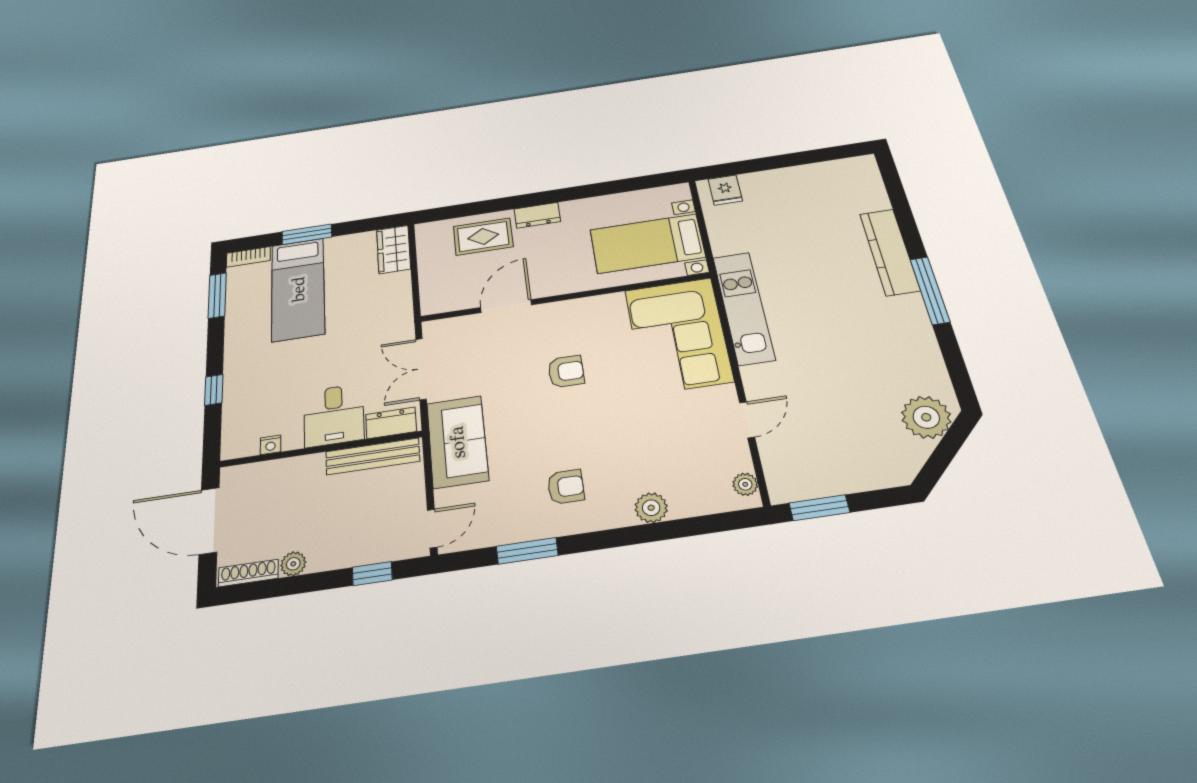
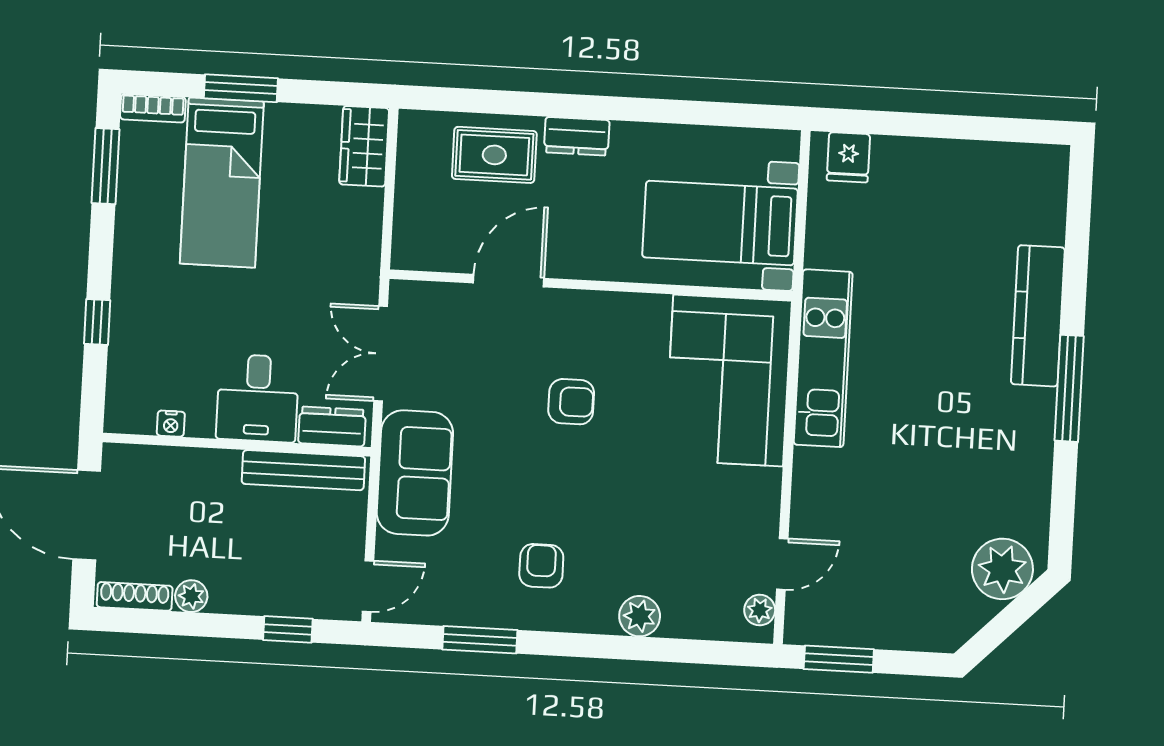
door: (747, 420) -> (782, 564), moved
armchair: (566, 487) -> (541, 566), turned -90

